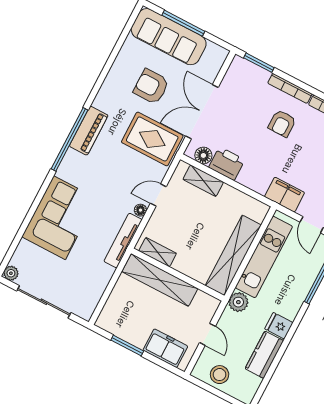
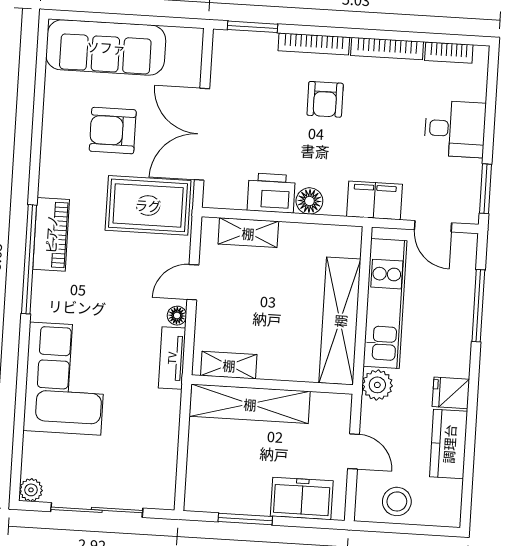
window: (183, 23) -> (118, 19), removed
floor lamp: (203, 155) -> (309, 201), moved
tv unit: (123, 241) -> (172, 358), width x0.71

